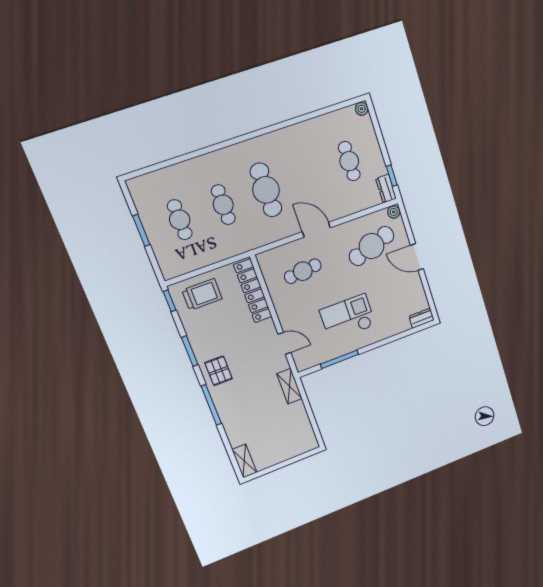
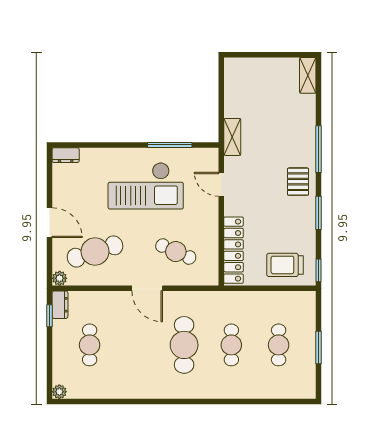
cafe table: (303, 271) -> (176, 252), turned 30
checkout: (348, 318) -> (146, 186), width x1.36, depth x1.21

